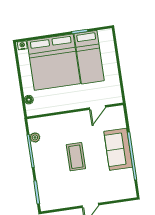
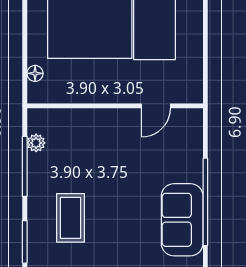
sofa: (118, 149) -> (182, 220), moved
coffee table: (76, 157) -> (71, 218), moved

